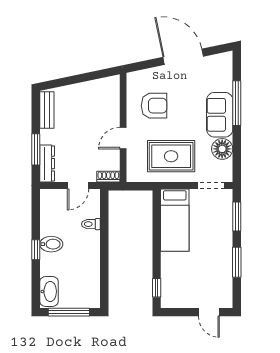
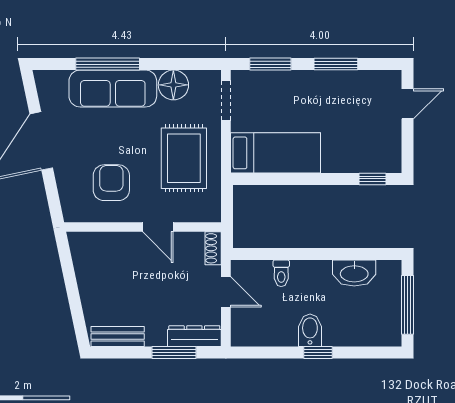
sofa: (220, 115) -> (113, 89), width x1.36
washbasin: (49, 291) -> (354, 273), moved, turned 180

